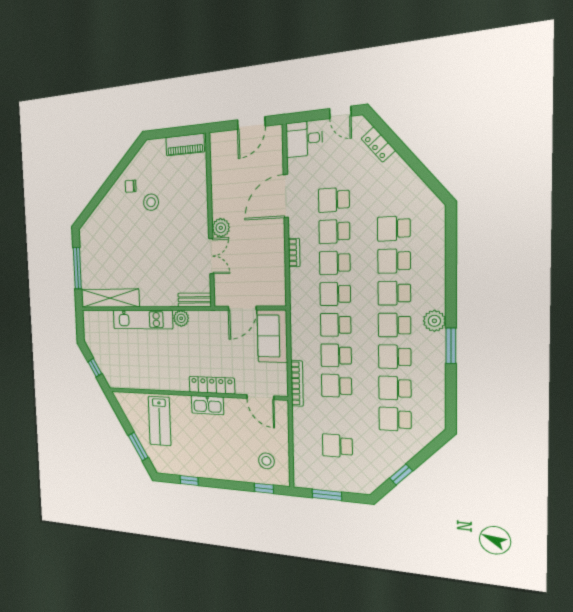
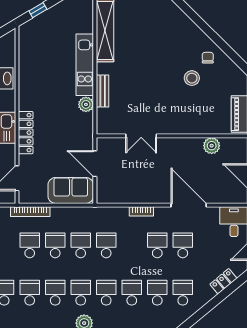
plant: (221, 228) -> (212, 146), moved
school desk: (335, 263) -> (183, 293), moved
bench: (195, 300) -> (103, 91), moved

